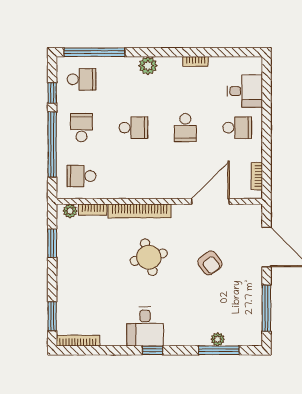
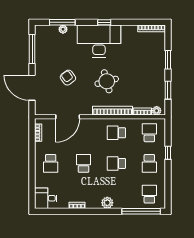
school desk: (81, 79) -> (149, 194), turned 90
desk: (245, 91) -> (46, 198), moved
window: (52, 93) -> (168, 185), removed
school desk: (237, 128) -> (51, 163), turned -90
window: (52, 144) -> (168, 153), width x0.32
school desk: (81, 176) -> (149, 133), turned -90
school desk: (133, 176) -> (116, 133), added
window: (52, 316) -> (168, 60), moved
desk: (145, 327) -> (99, 41), width x1.87, depth x1.30

